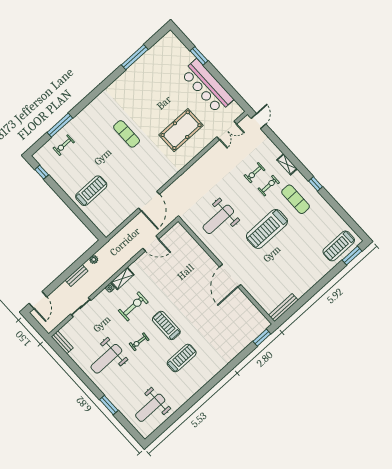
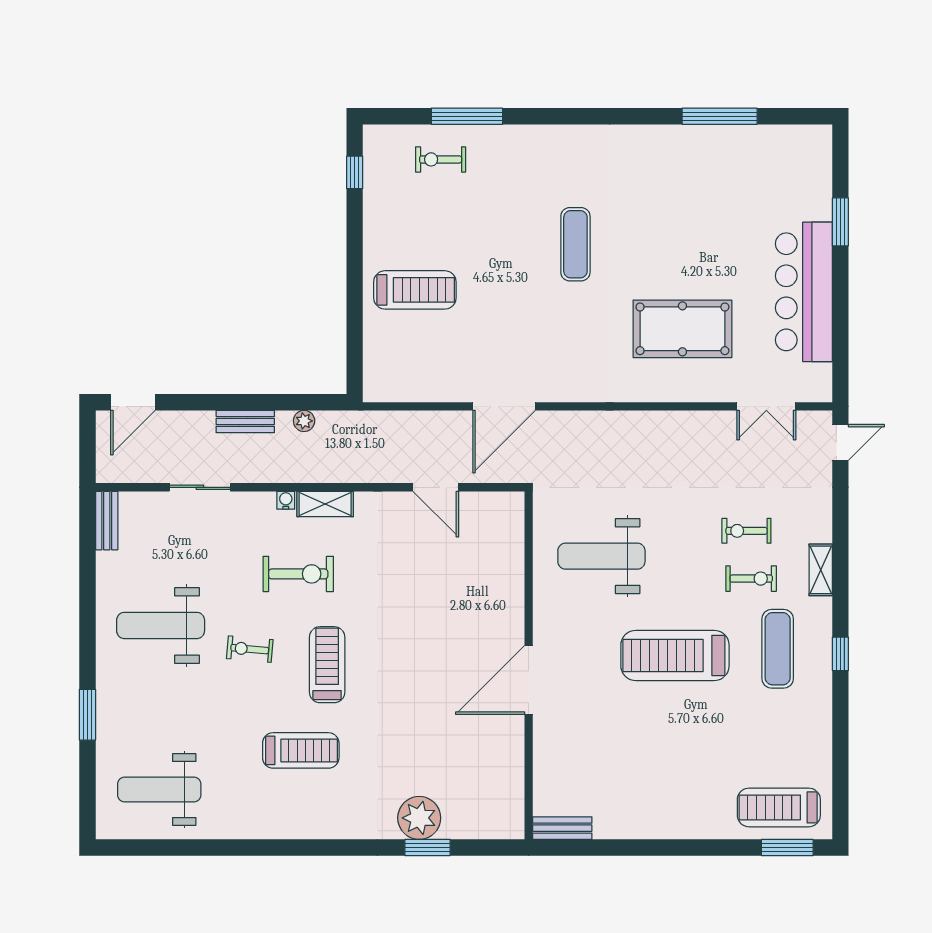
bench: (283, 308) -> (562, 828), width x0.73
window: (262, 338) -> (428, 848), moved
plant: (235, 346) -> (419, 818), added

